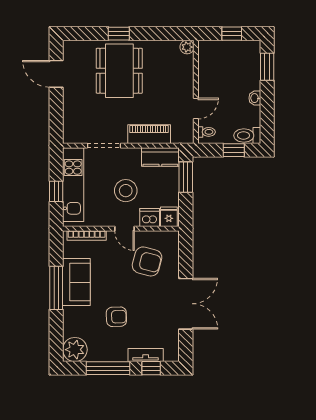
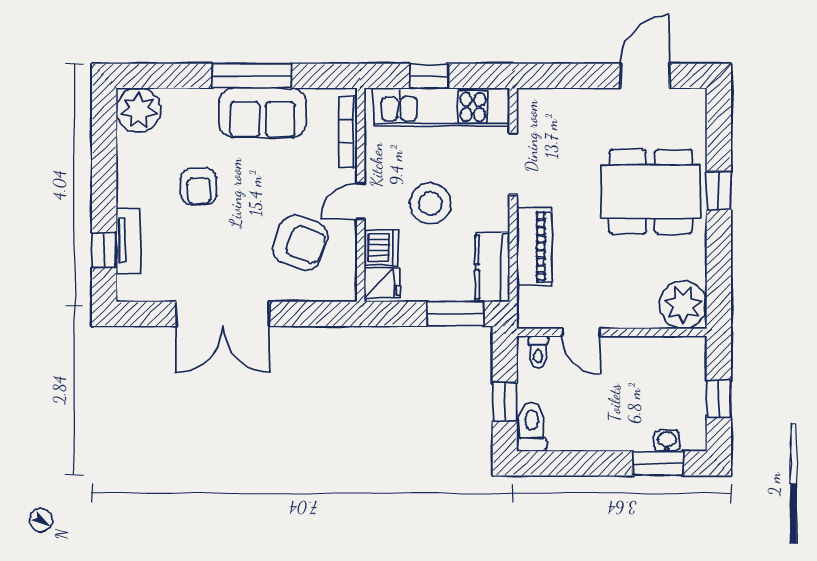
plant: (187, 47) -> (683, 305), width x1.88, depth x1.88
washbasin: (255, 98) -> (667, 441), moved
armchair: (147, 261) -> (300, 243), turned -85
window: (108, 368) -> (104, 171), removed

